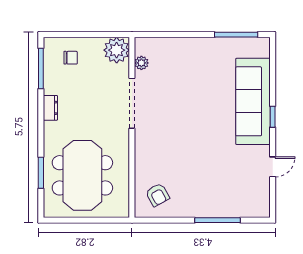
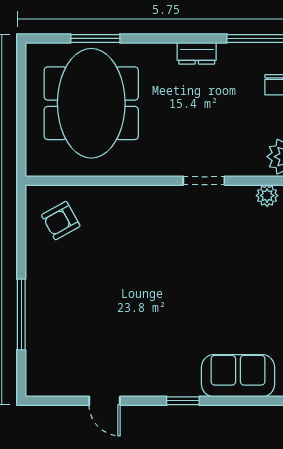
sofa: (253, 101) -> (238, 376), width x0.54, depth x0.79
doorway: (132, 103) -> (204, 181), width x0.53
meeting table: (82, 175) -> (91, 103), turned 90

